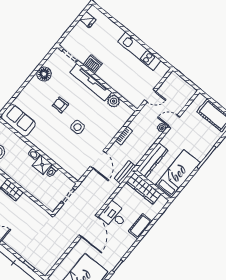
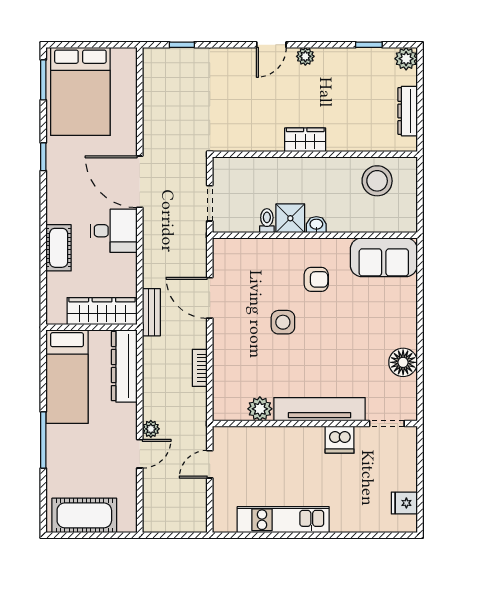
armchair: (60, 105) -> (316, 279), moved

